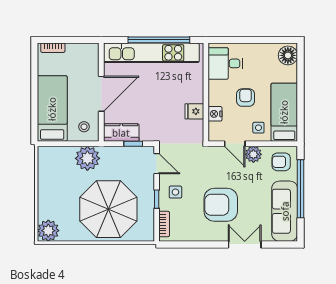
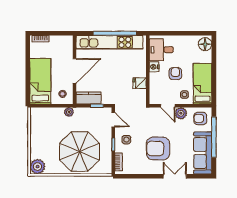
nightstand: (215, 114) -> (154, 67), moved
plant: (87, 158) -> (69, 112), width x0.53, depth x0.53

